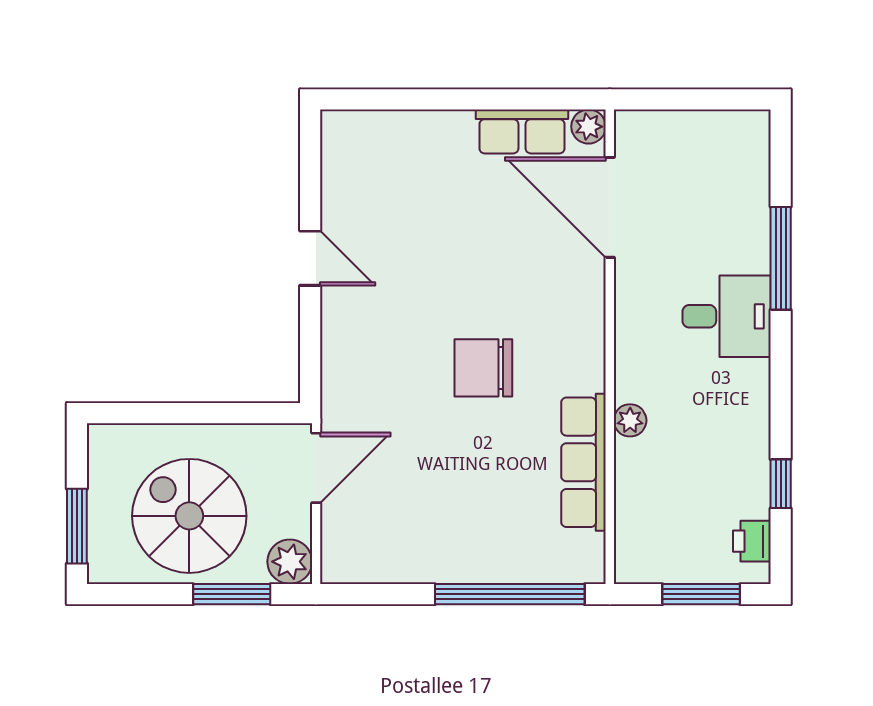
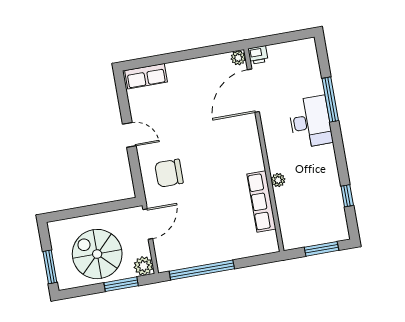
row of seats: (522, 131) -> (146, 76), moved
door: (610, 207) -> (253, 91), hinge flipped
desk: (727, 316) -> (310, 122), width x1.37
chair: (483, 368) -> (169, 173), moved
printer: (752, 541) -> (258, 55), moved, turned -90
window: (510, 594) -> (202, 270), moved

